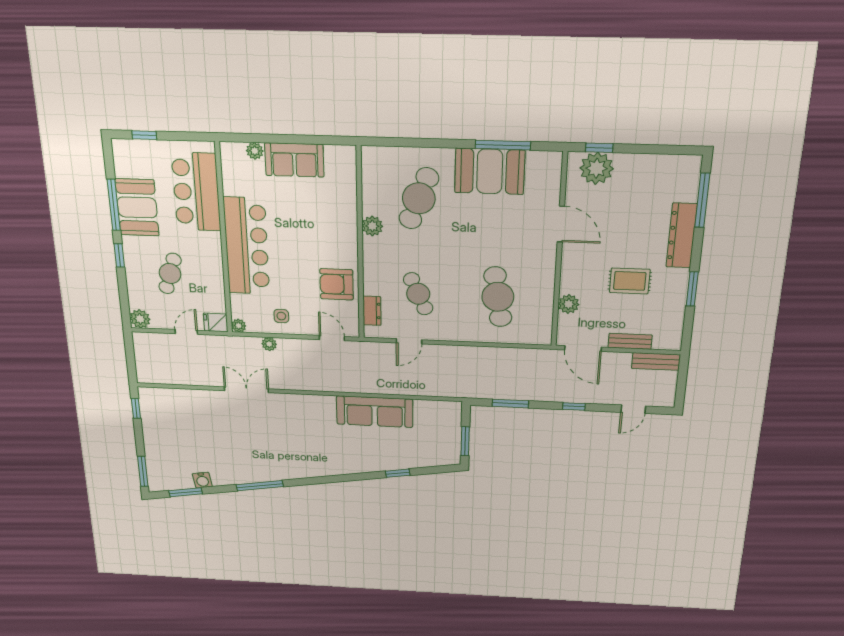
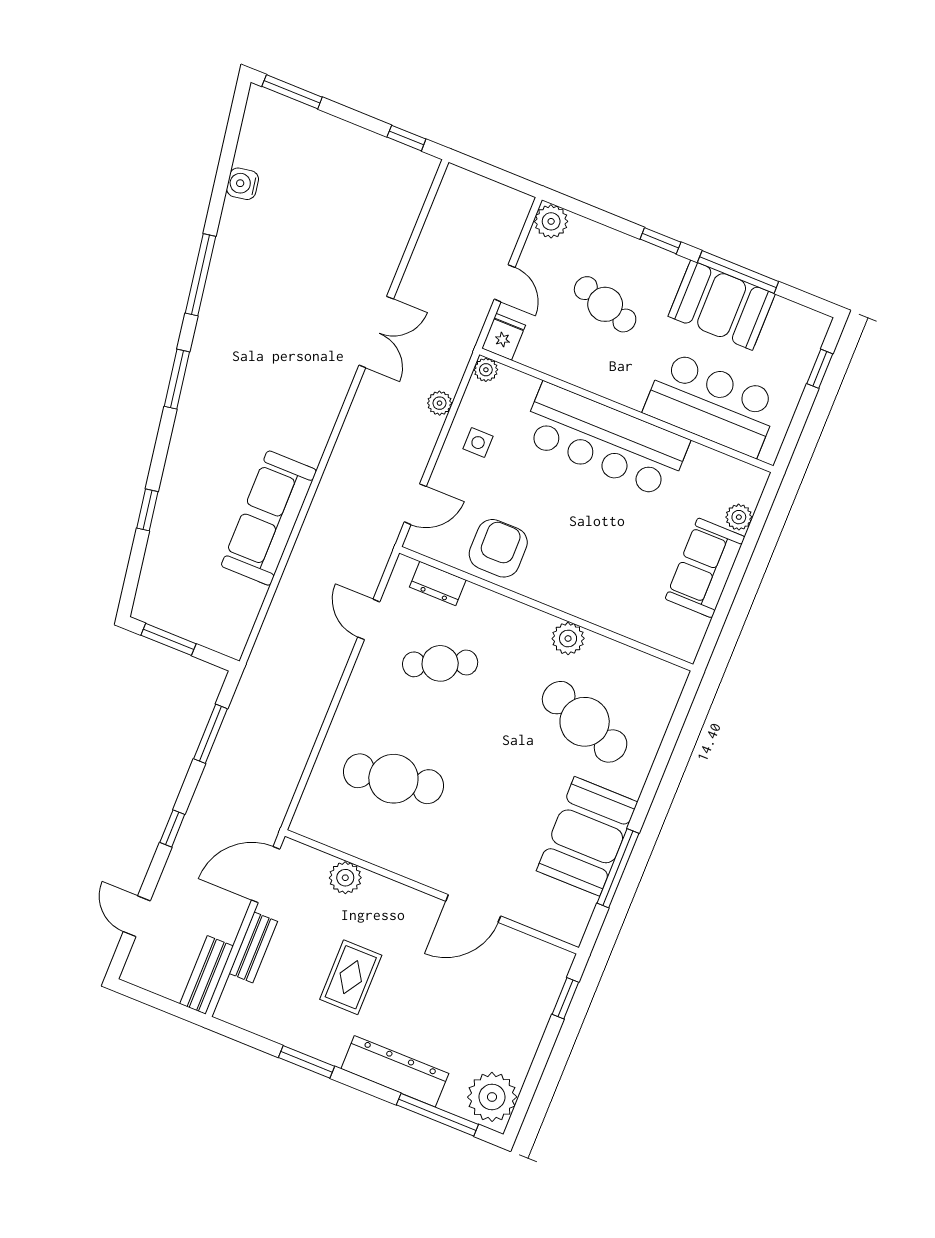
plant: (597, 168) -> (492, 1097), moved
window: (185, 492) -> (177, 379), moved

